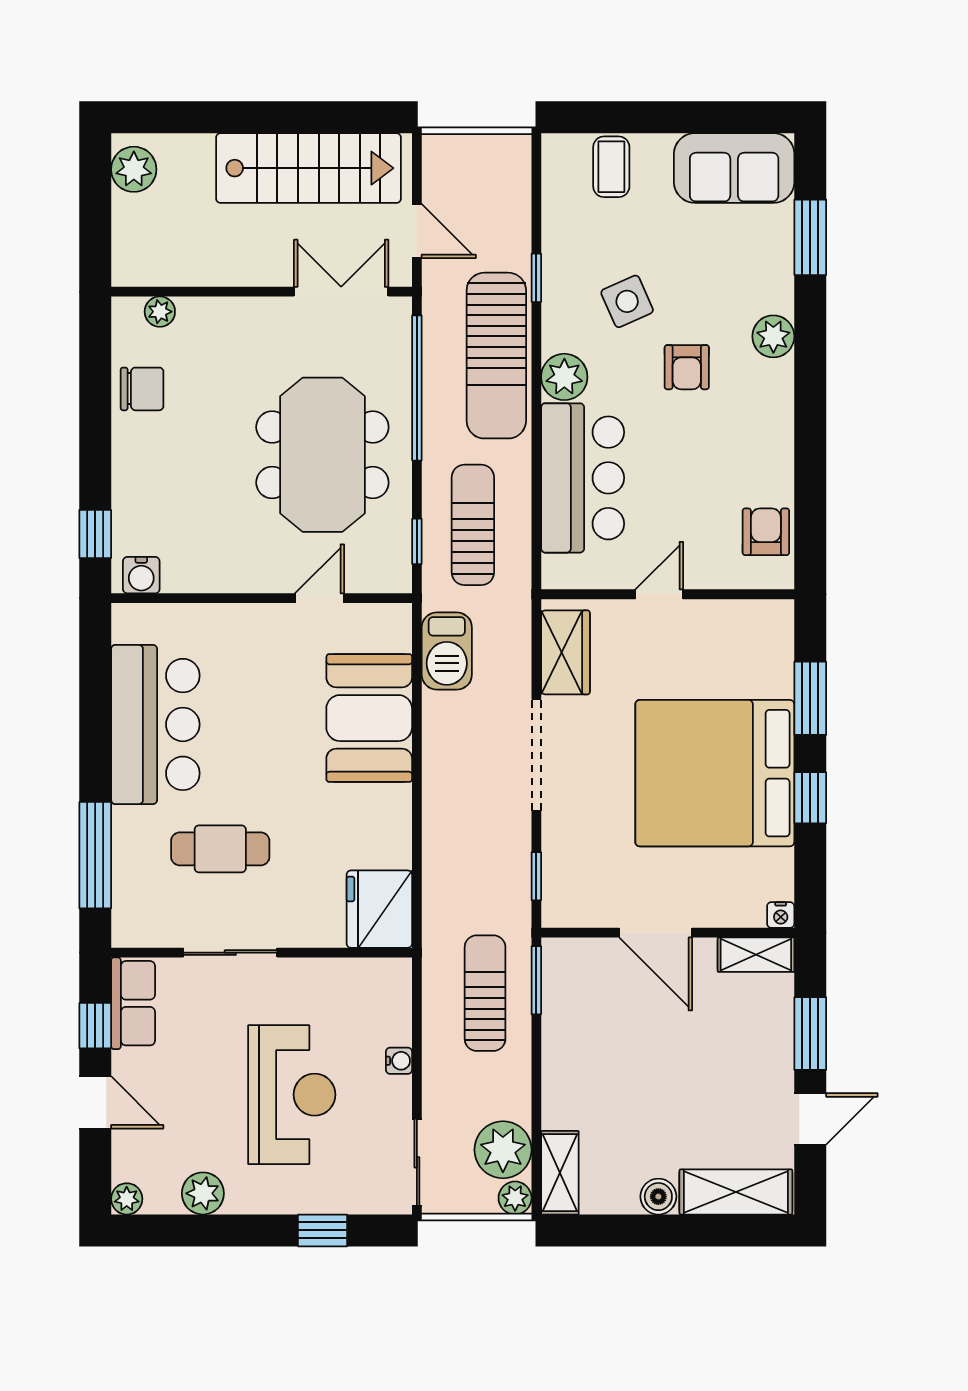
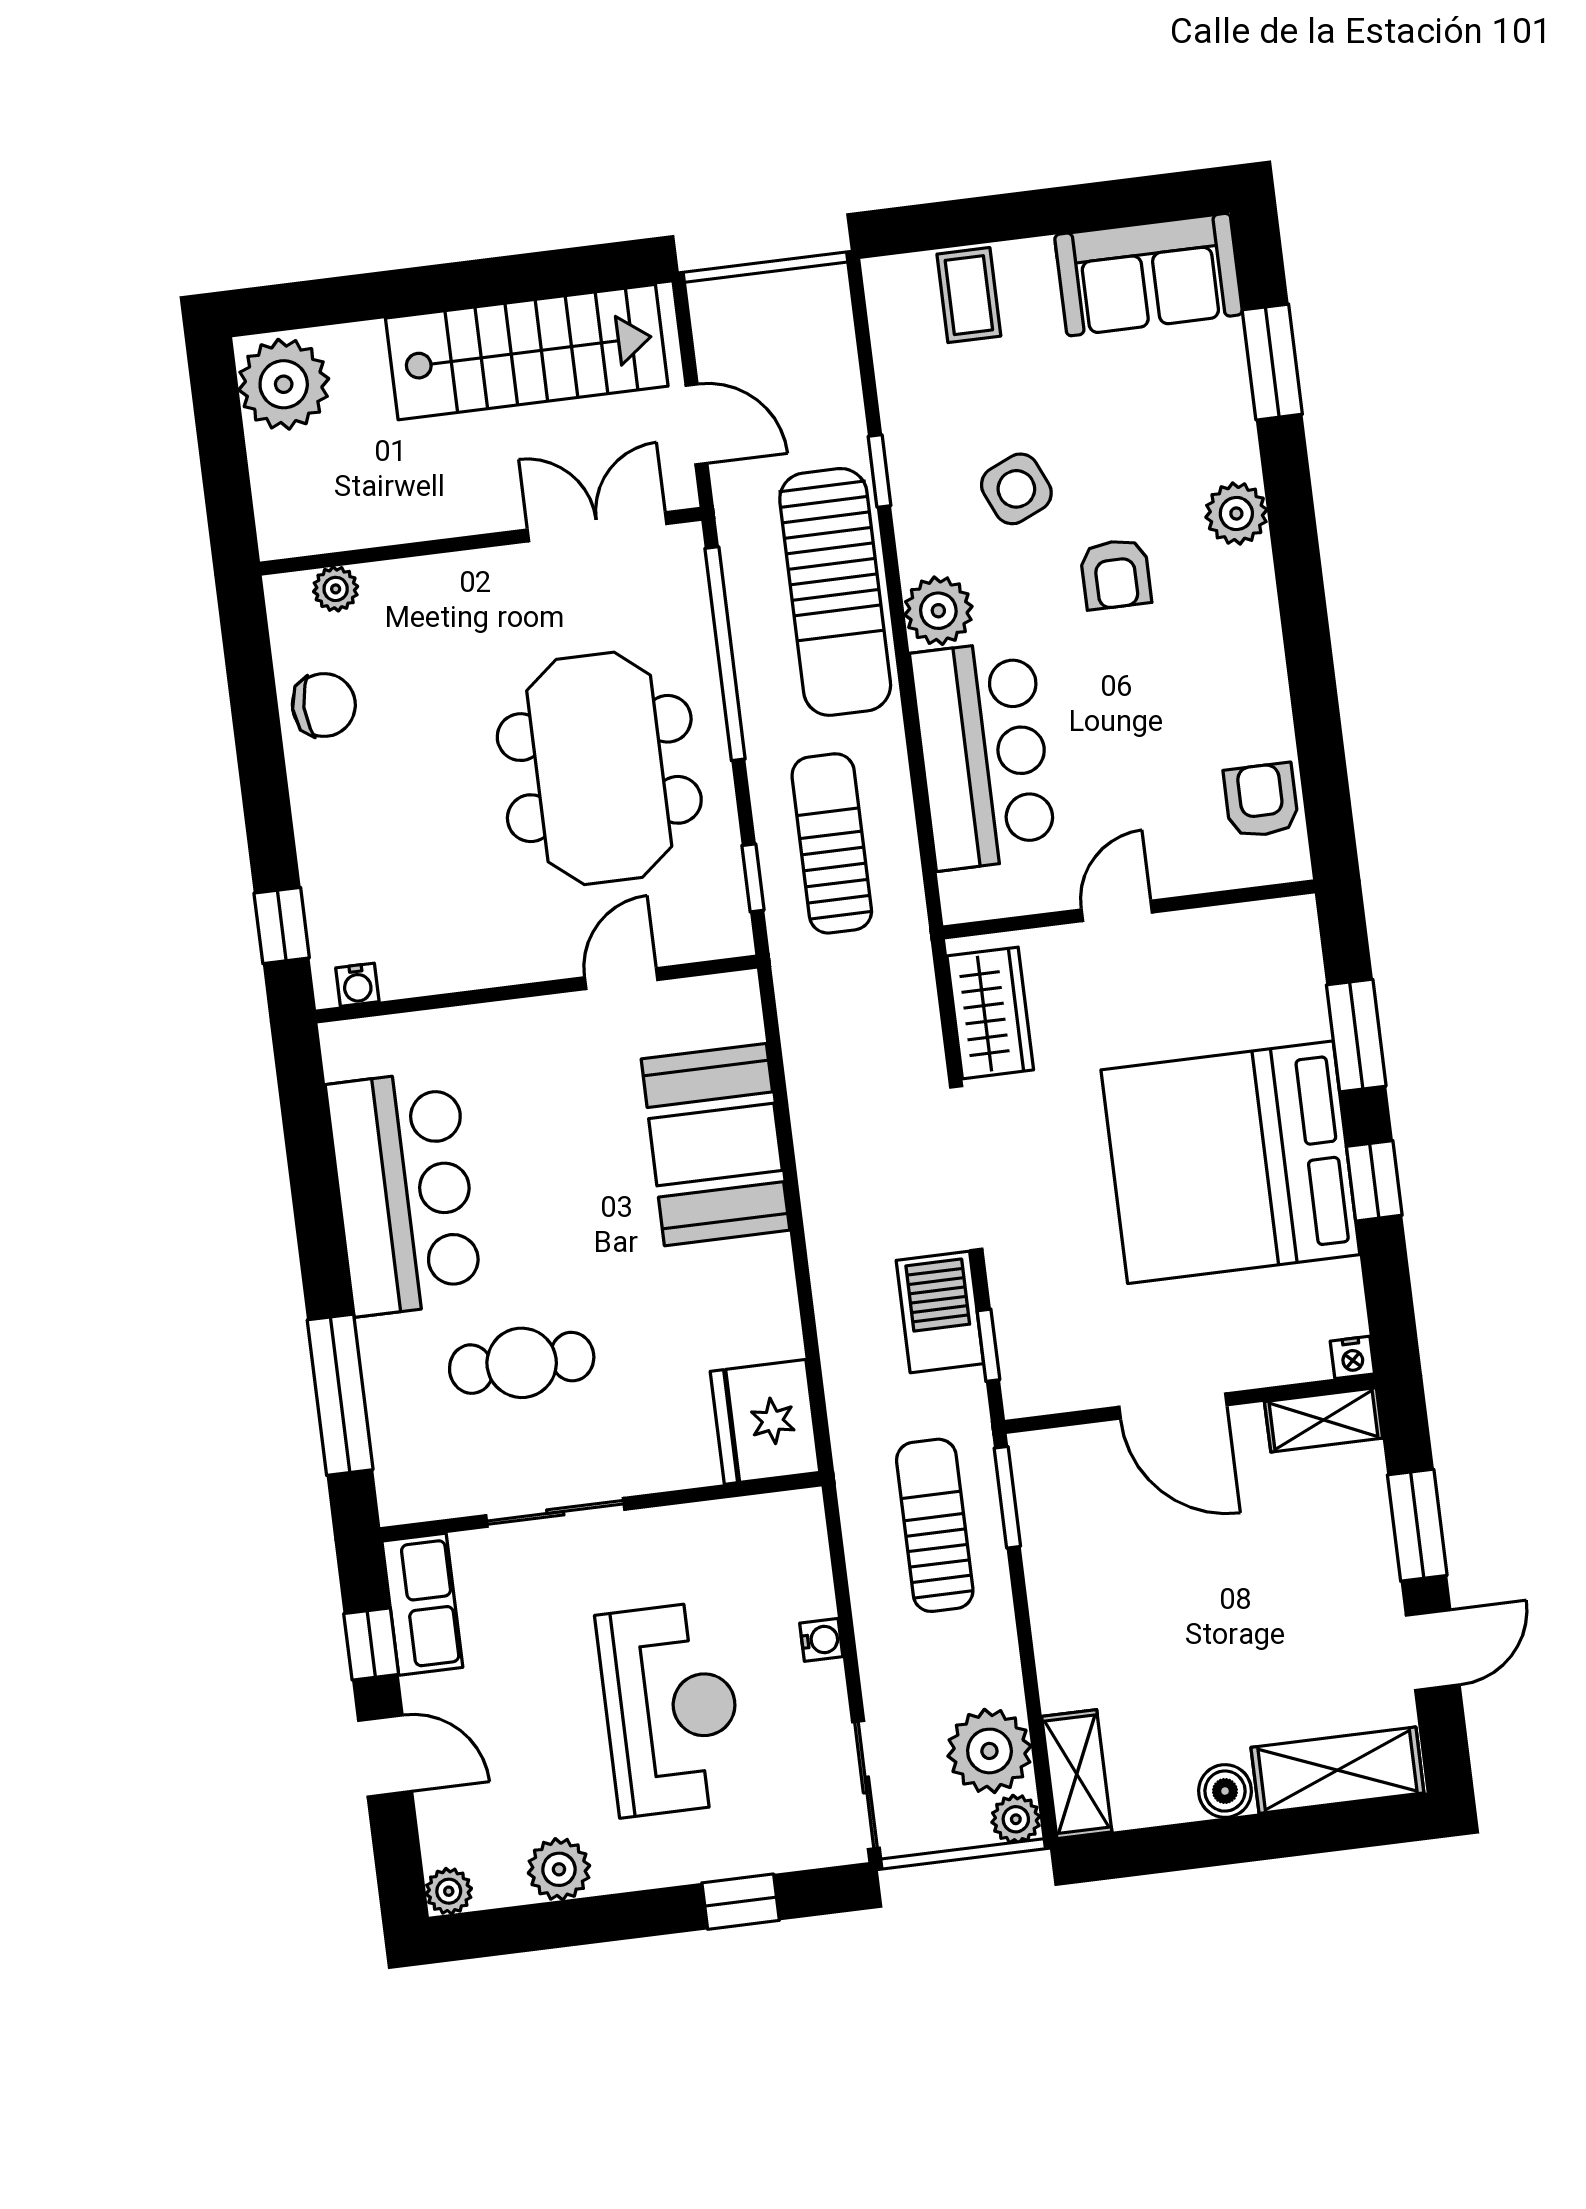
plant: (134, 169) -> (284, 384), width x1.36, depth x1.36
water cooler: (141, 575) -> (357, 985), width x0.72, depth x0.72
barbecue: (447, 651) -> (940, 1312), moved, turned 180

